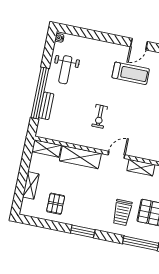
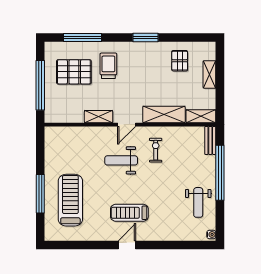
weight bench: (65, 70) -> (198, 202), turned 180
bench: (46, 106) -> (210, 140), moved
exercise bike: (100, 116) -> (156, 150), moved
weight bench: (128, 123) -> (121, 160), added

